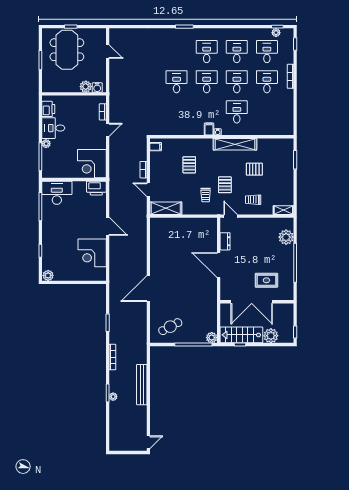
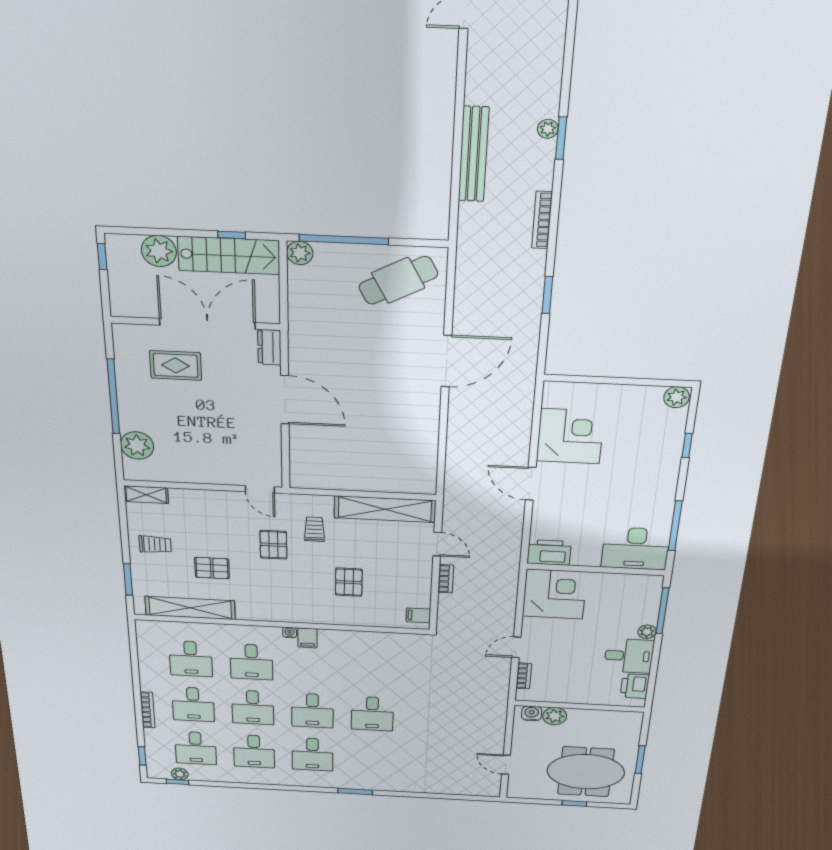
meeting table: (67, 50) -> (586, 772), turned 90
desk: (267, 112) -> (191, 659), added
shelving: (235, 144) -> (190, 608), moved
trolley: (253, 200) -> (155, 544), moved
shelving: (166, 208) -> (385, 509), width x1.47
dresser: (225, 241) -> (269, 347), moved
cafe table: (170, 327) -> (398, 280), width x1.37, depth x1.35

